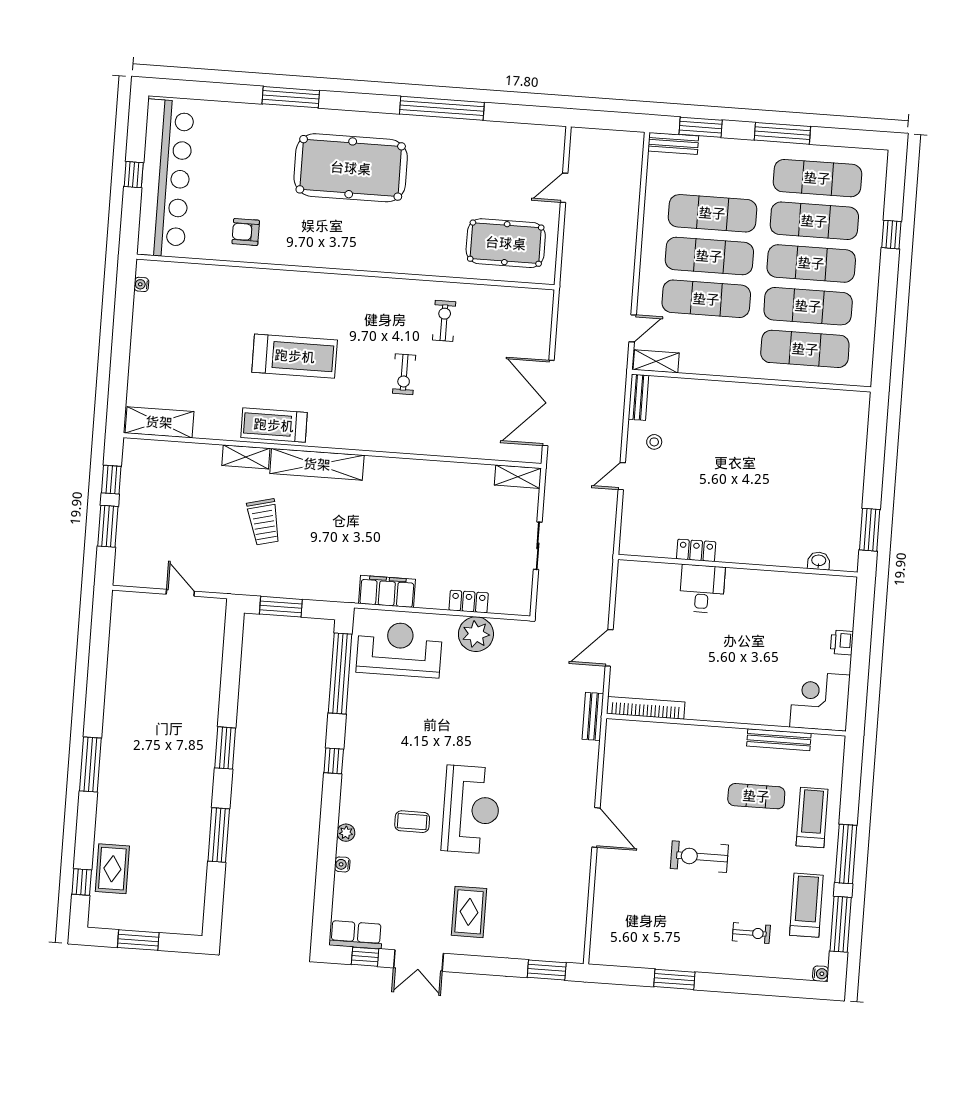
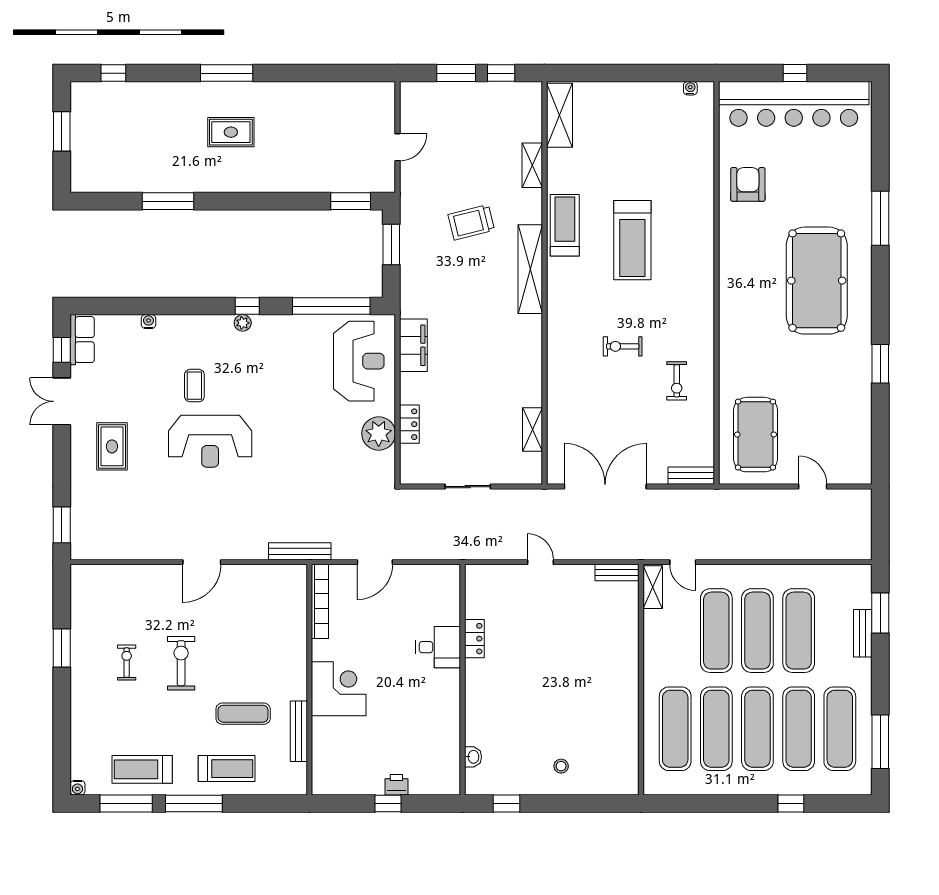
window: (442, 108) -> (880, 364), width x0.47
window: (782, 133) -> (880, 742), moved
bench: (673, 143) -> (863, 633), moved
armchair: (246, 232) -> (748, 184), width x1.38, depth x1.38
bench: (543, 313) -> (691, 476), added
exercise bike: (444, 321) -> (677, 381), turned 90
stool: (654, 442) -> (561, 766), moved
shelving: (246, 457) -> (532, 165), moved
shelving: (518, 477) -> (532, 429), moved
window: (870, 530) -> (507, 804), width x0.67
door: (609, 648) -> (375, 562), swing flipped
window: (861, 653) -> (388, 804), added
corner desk: (820, 701) -> (339, 689), moved
bench: (593, 716) -> (300, 551), width x1.36
window: (225, 748) -> (351, 201), moved
exercise mat: (756, 796) -> (243, 714), turned 90
plant: (346, 833) -> (243, 323), moved
rug: (112, 869) -> (231, 132), moved
treadmill: (806, 905) -> (142, 769), turned 180
rug: (469, 912) -> (112, 446), turned 90
exercise bike: (751, 933) -> (127, 663), moved, turned 180

